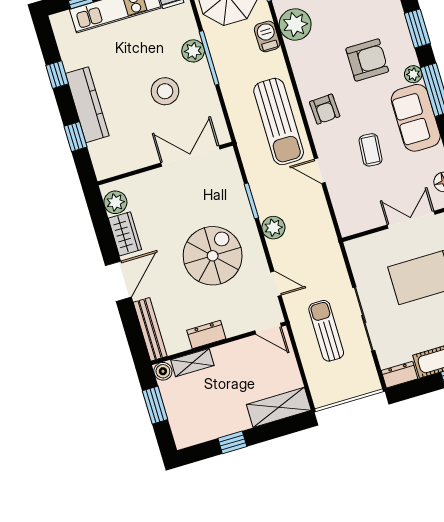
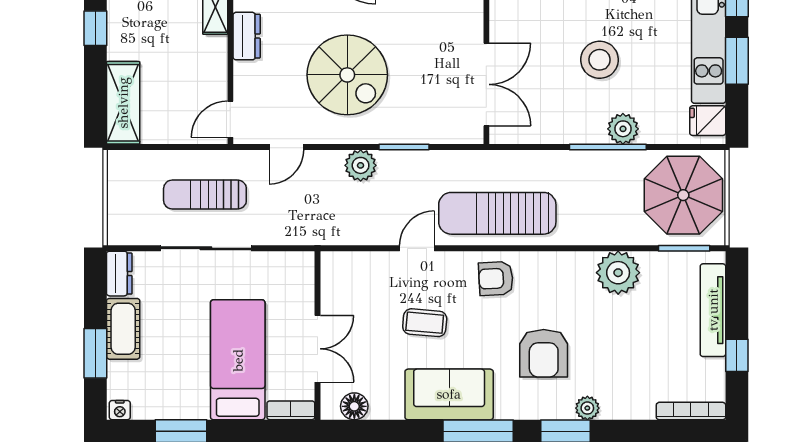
barbecue: (267, 36) -> (613, 231), removed
plant: (413, 74) -> (587, 408), moved
stool: (165, 91) -> (600, 60), moved
sun lounger: (326, 331) -> (205, 195), turned 180

